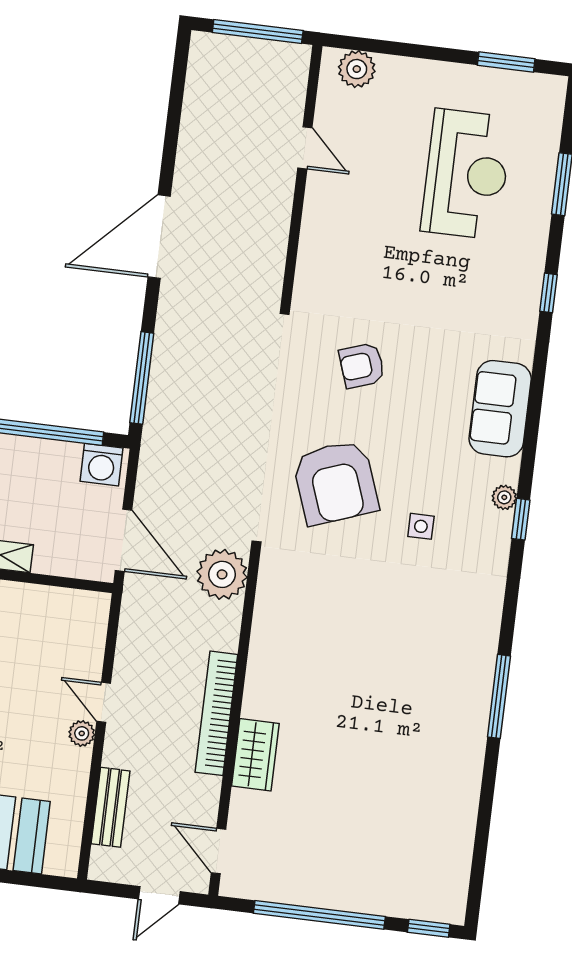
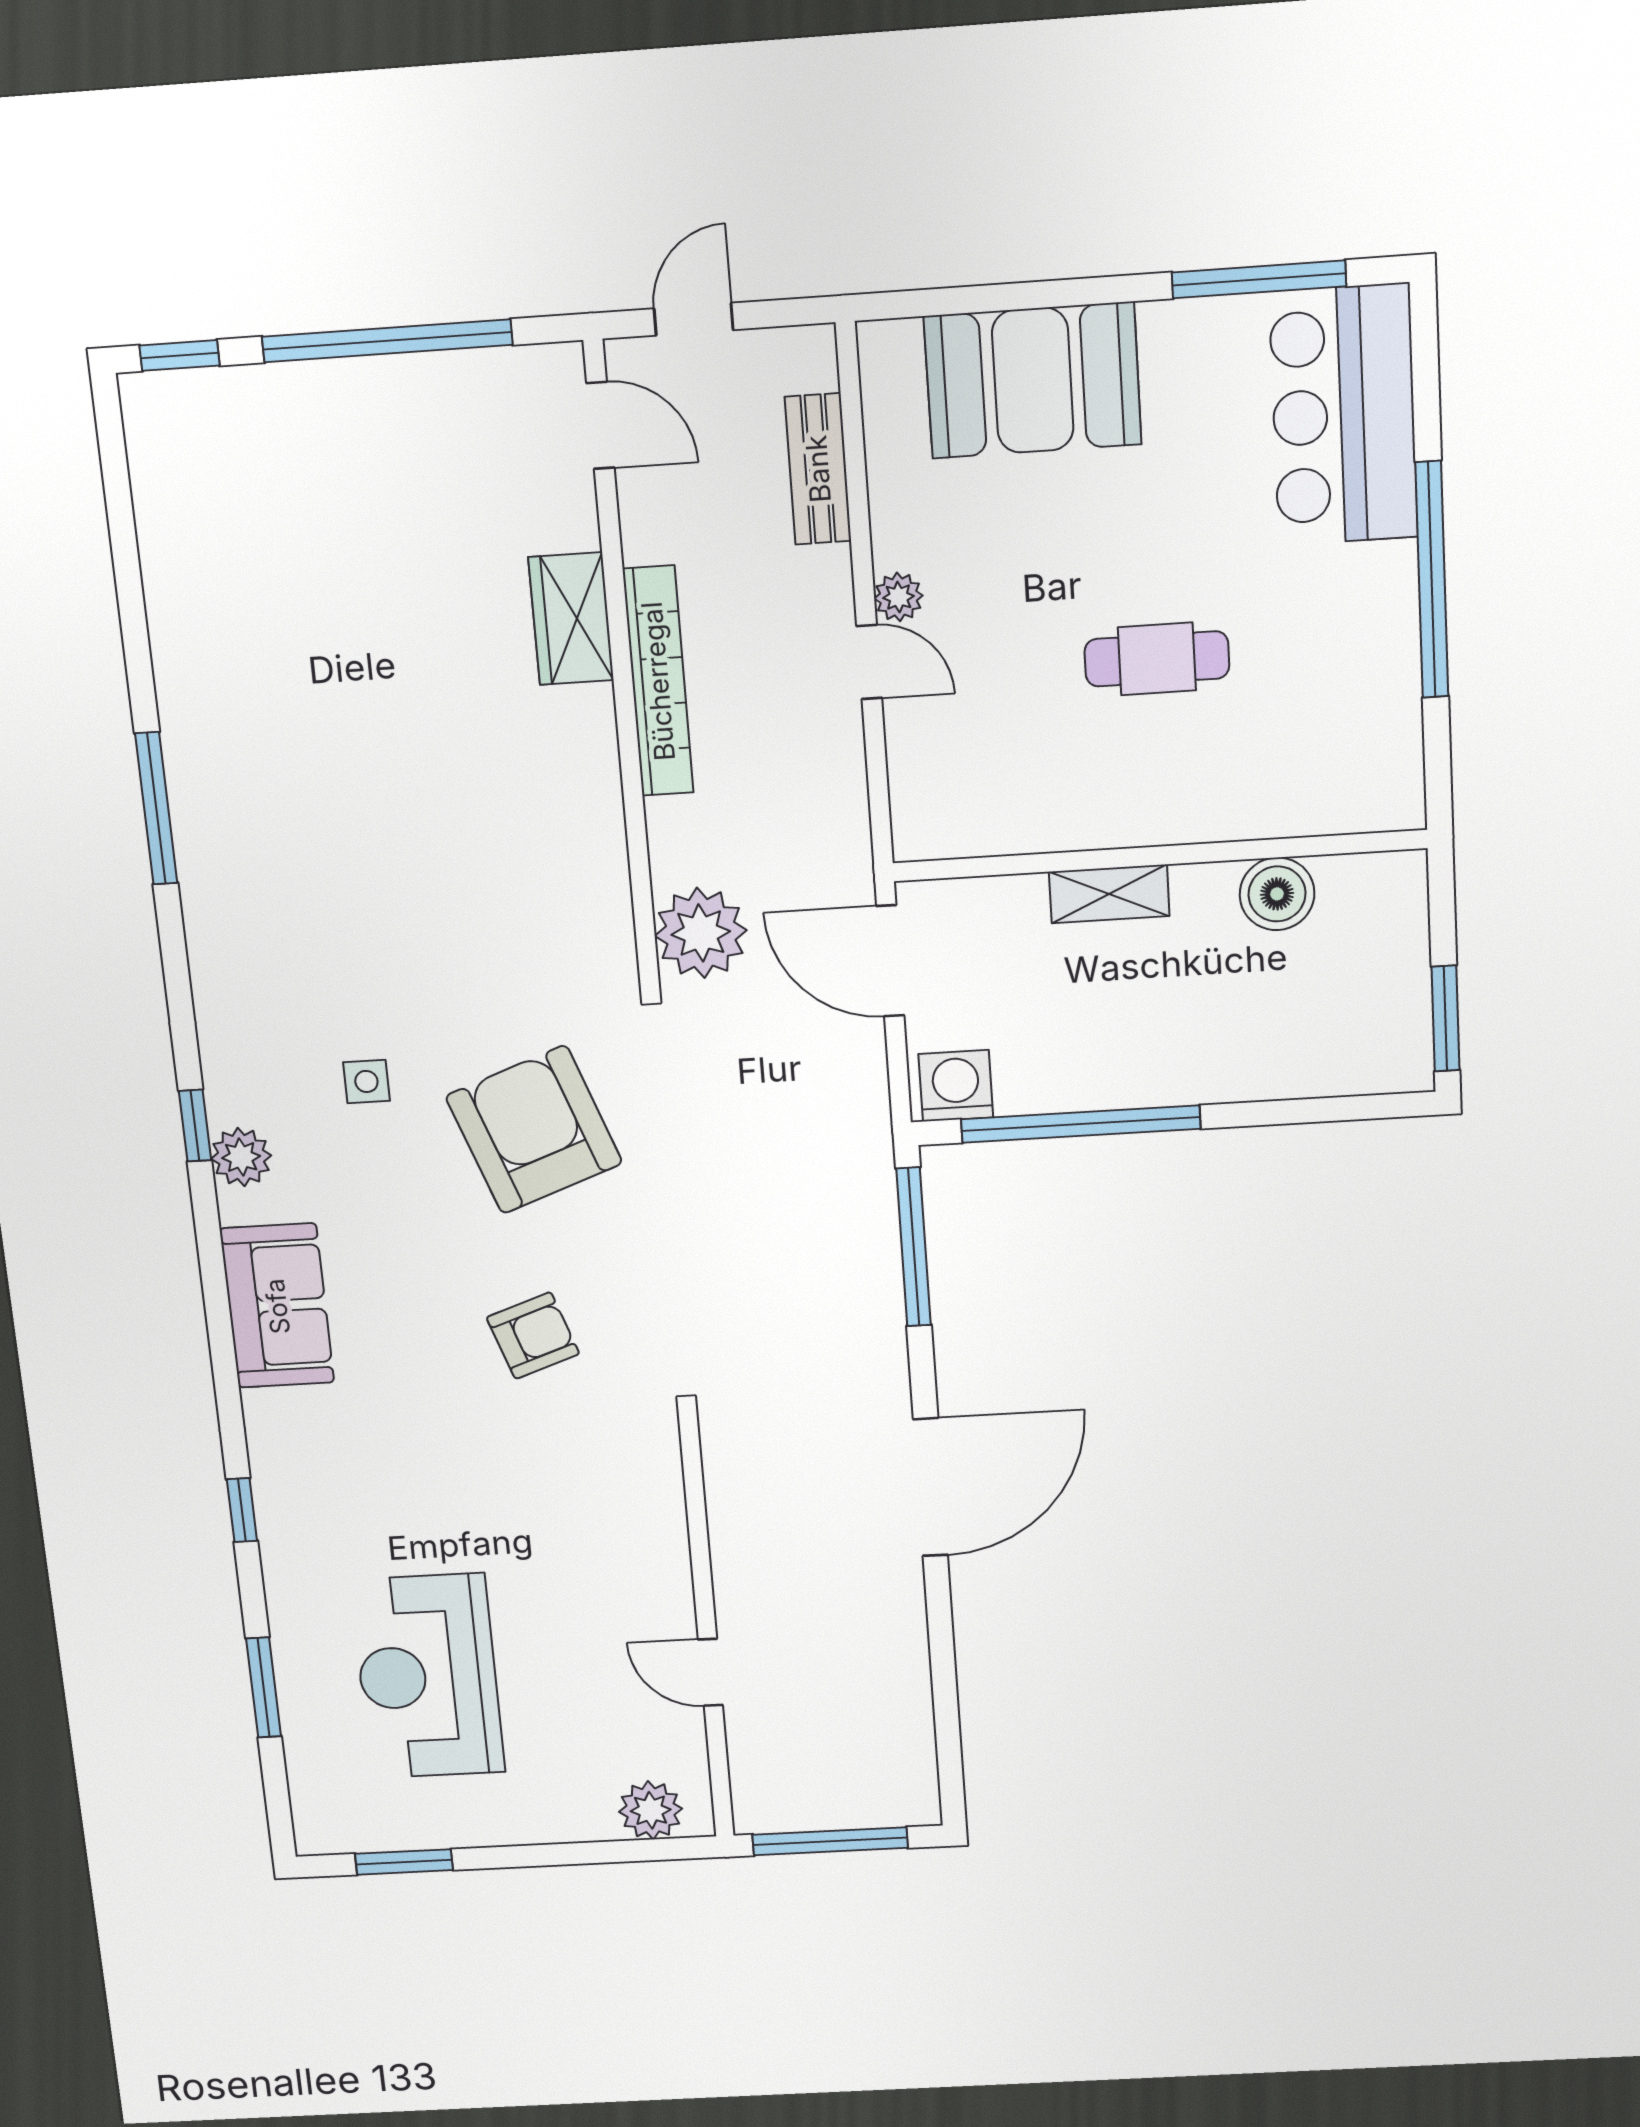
plant: (504, 497) -> (241, 1157), width x1.38, depth x1.38

